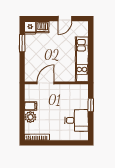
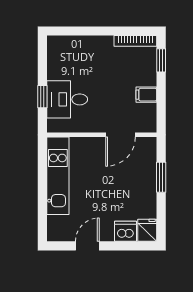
window: (22, 43) -> (161, 177), moved
plant: (30, 117) -> (147, 76), removed
desk: (76, 120) -> (67, 99), moved
window: (22, 126) -> (161, 60), added

